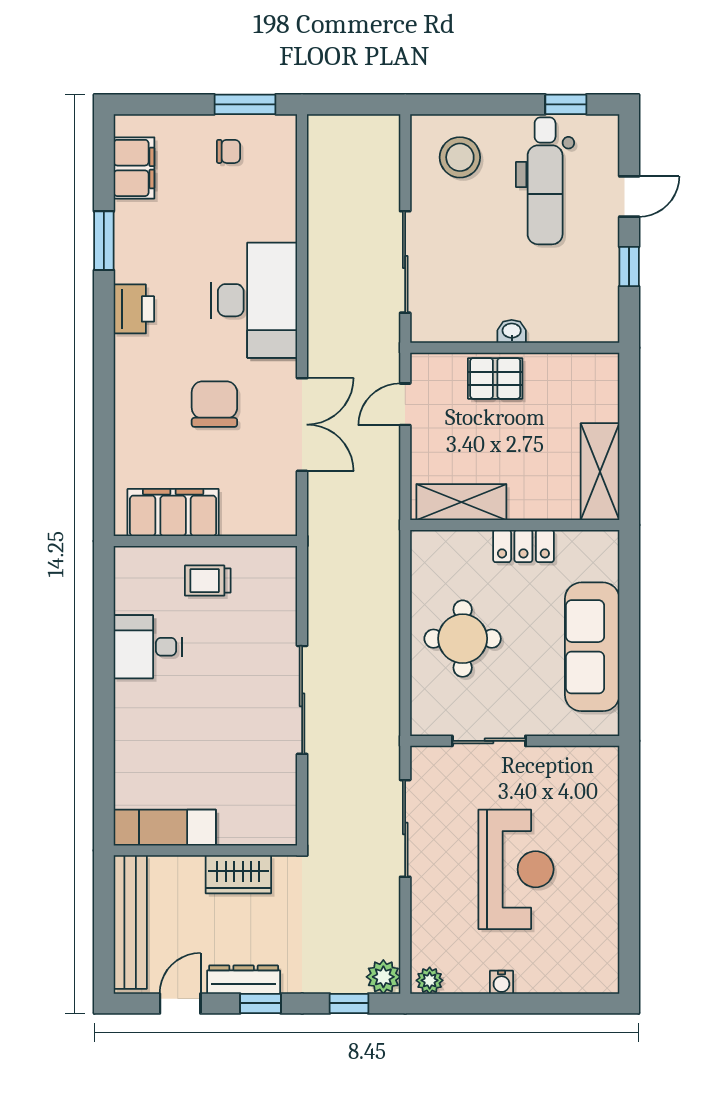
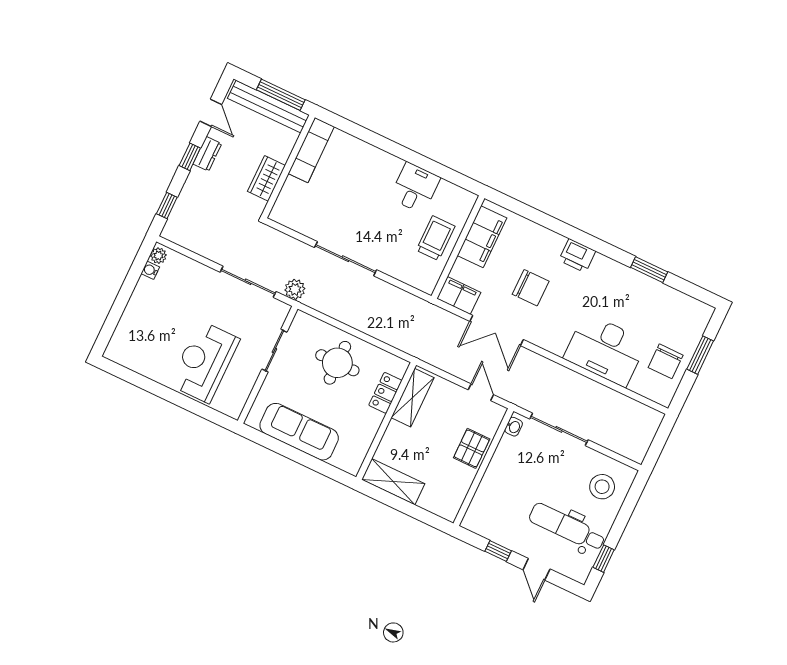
window: (245, 104) -> (700, 355), moved
chair: (229, 151) -> (666, 361), width x1.87, depth x1.87
filing cabinet: (134, 168) -> (459, 295), moved, turned 180
desk: (254, 300) -> (605, 350), moved
printer: (134, 309) -> (577, 256), moved
washbasin: (512, 331) -> (514, 427), moved
locker: (523, 546) -> (385, 393), moved
trolley: (208, 581) -> (436, 238), width x1.36, depth x1.39
reception desk: (516, 869) -> (204, 362), moved, turned 90
window: (104, 912) -> (281, 95), added
plant: (383, 977) -> (295, 289), moved
dresser: (244, 980) -> (207, 154), width x0.70
water cooler: (501, 982) -> (150, 270), moved

